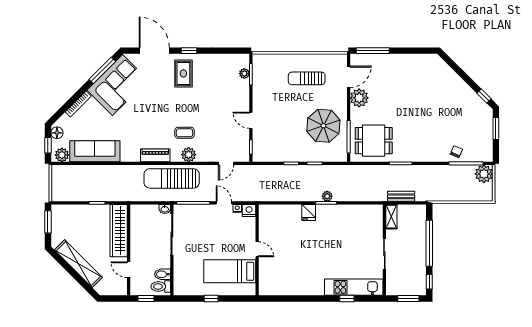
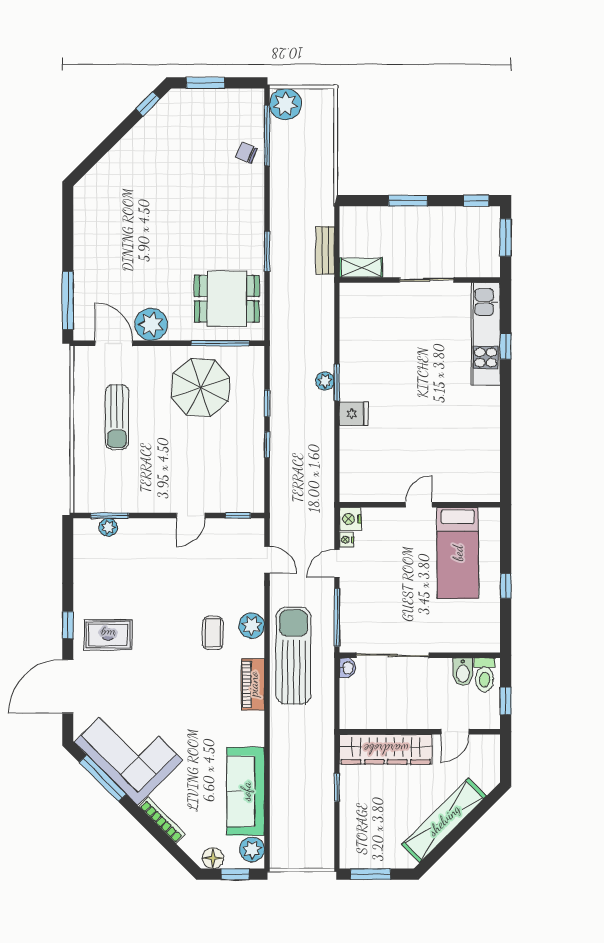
dining table: (374, 141) -> (227, 299), turned 90
sun lounger: (172, 178) -> (294, 656), turned 180
window: (429, 243) -> (408, 201), width x0.47

